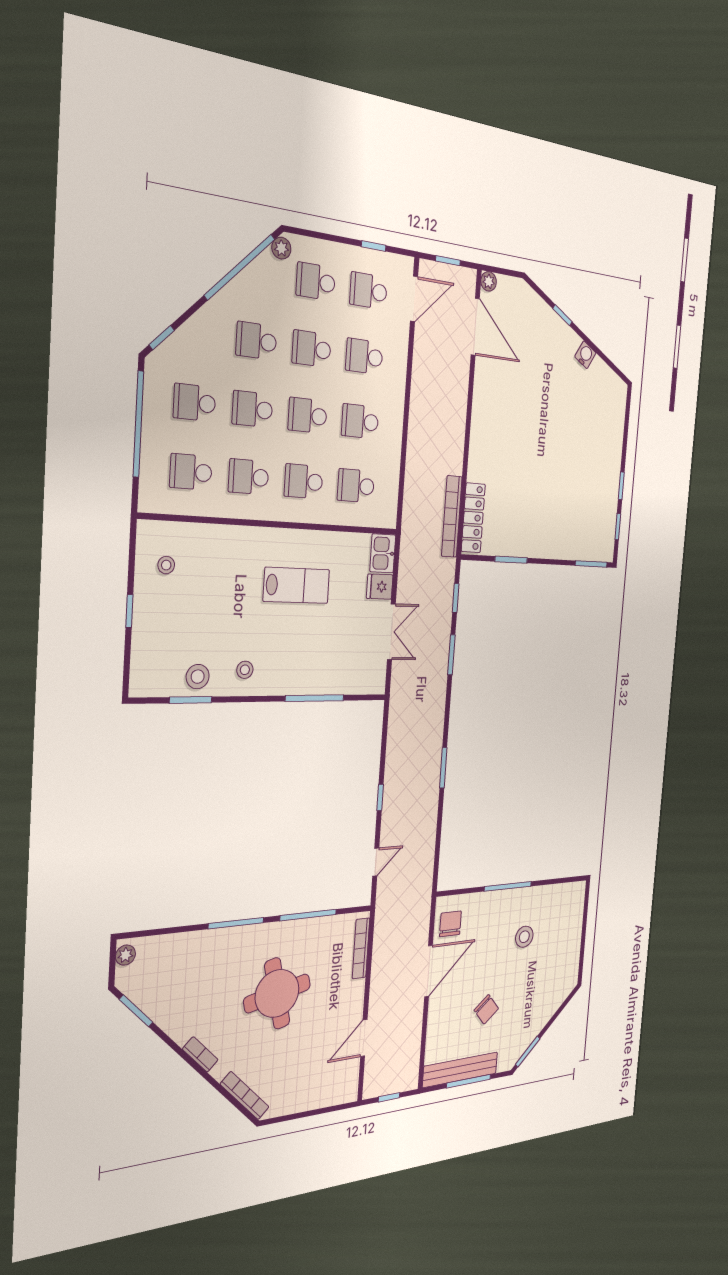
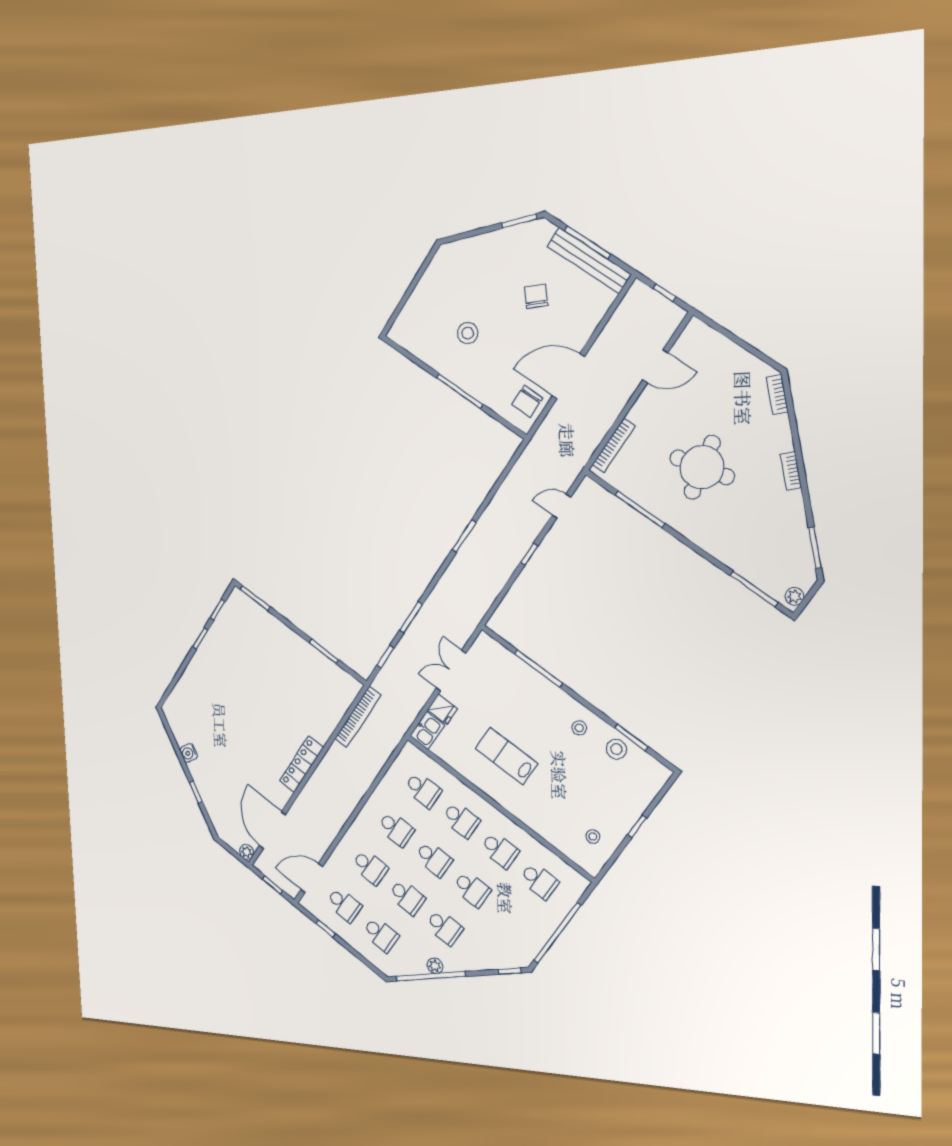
plant: (281, 248) -> (435, 966), moved
school desk: (195, 403) -> (511, 920), removed
locker: (473, 518) -> (301, 764), moved
window: (236, 923) -> (754, 589), moved
bookcase: (245, 1096) -> (777, 395), width x0.64

